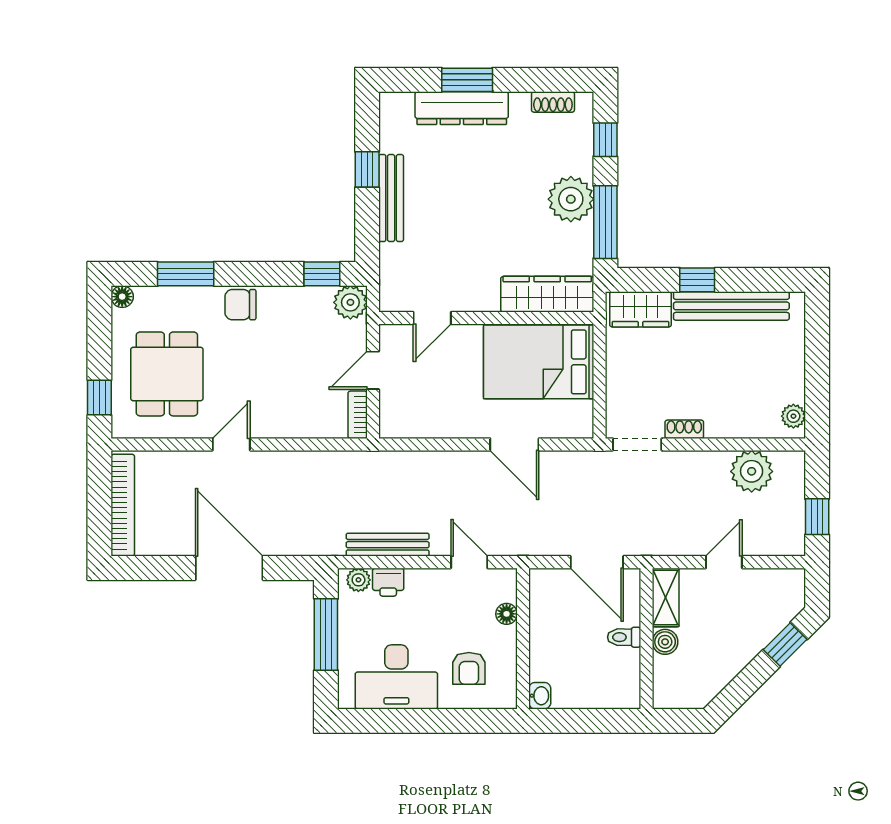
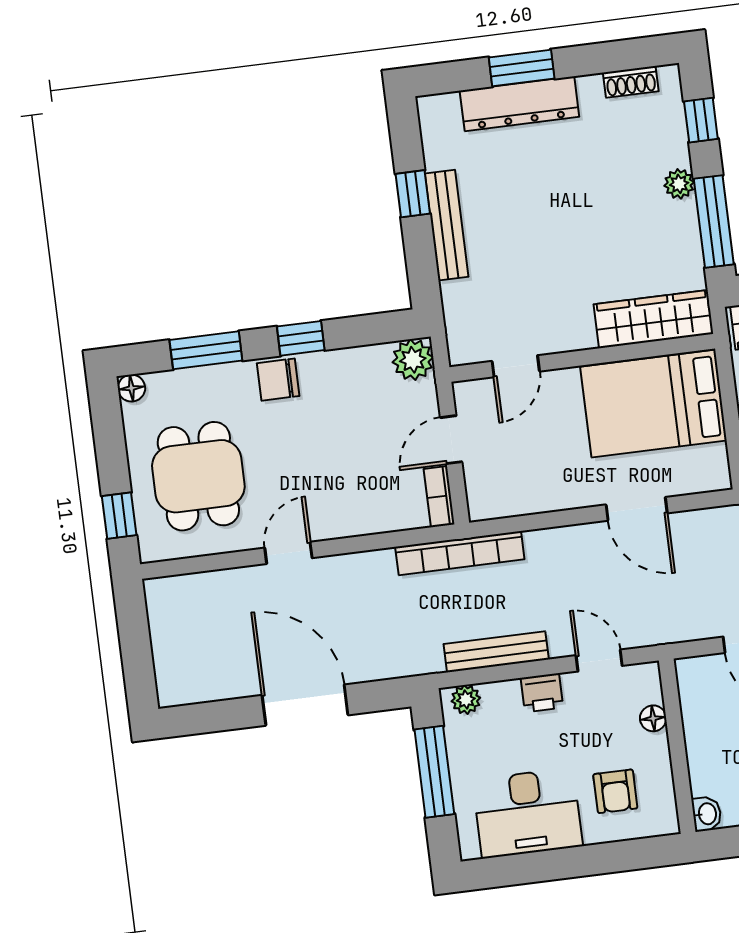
plant: (571, 199) -> (679, 184), width x0.53, depth x0.53
window: (322, 274) -> (301, 338), moved
bookcase: (123, 505) -> (460, 553), moved, turned 90
printer: (388, 582) -> (542, 693), moved

